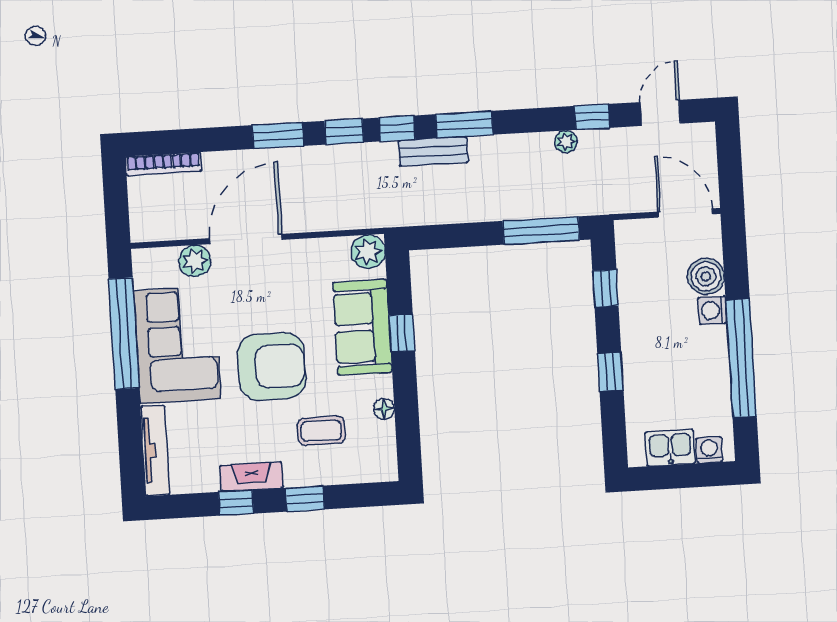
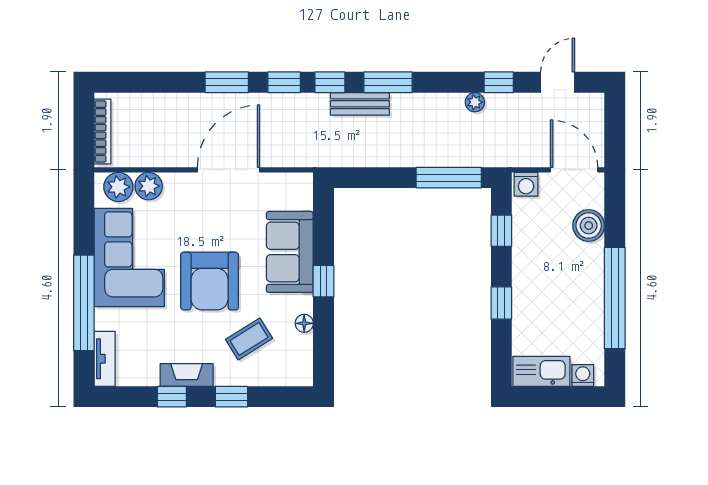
bookcase: (163, 164) -> (102, 131), moved, turned -90
door: (246, 239) -> (229, 170), moved
plant: (368, 252) -> (118, 187), moved
washing machine: (713, 310) -> (526, 184), moved, turned -90
window: (124, 333) -> (84, 303), moved
window: (402, 333) -> (324, 281), moved
armchair: (272, 367) -> (210, 281), turned 90
coffee table: (321, 431) -> (249, 339), turned -32
kitchen sink: (670, 448) -> (541, 371), width x1.38
tv unit: (155, 451) -> (105, 359), width x0.71

